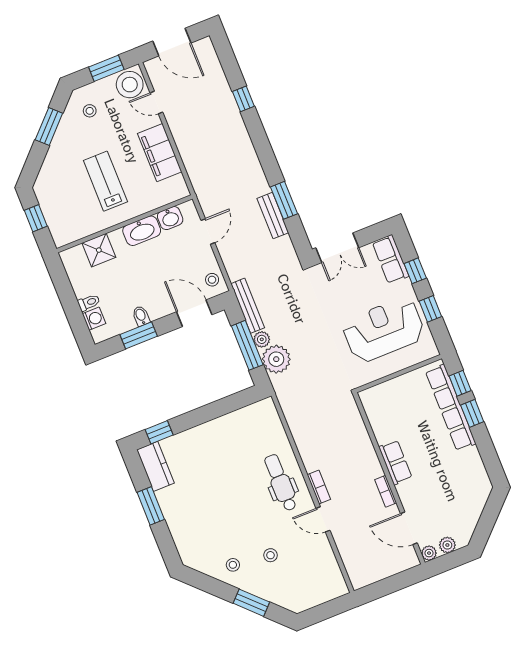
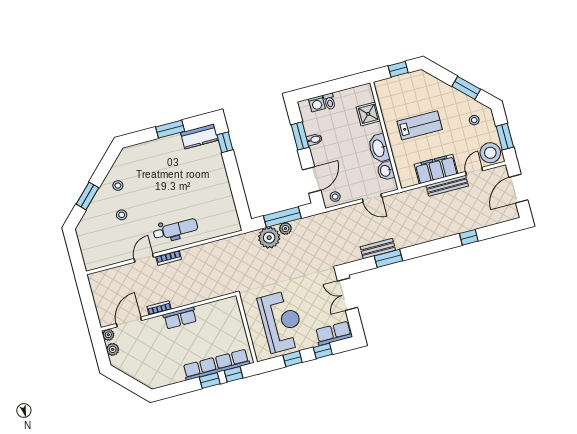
bench: (248, 306) -> (447, 186), moved

